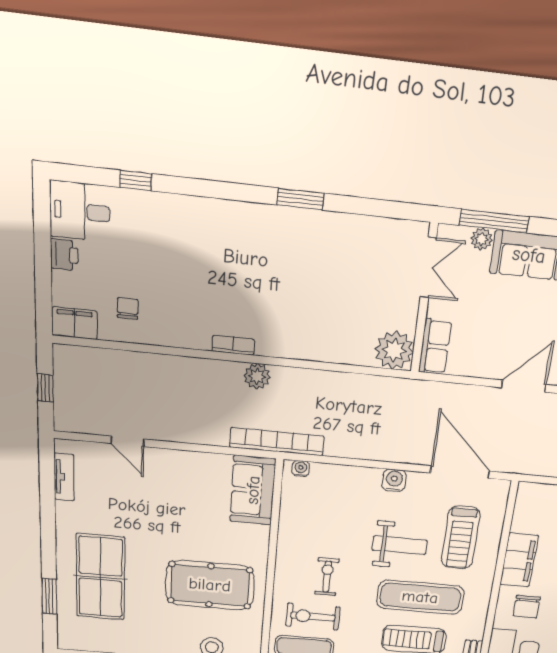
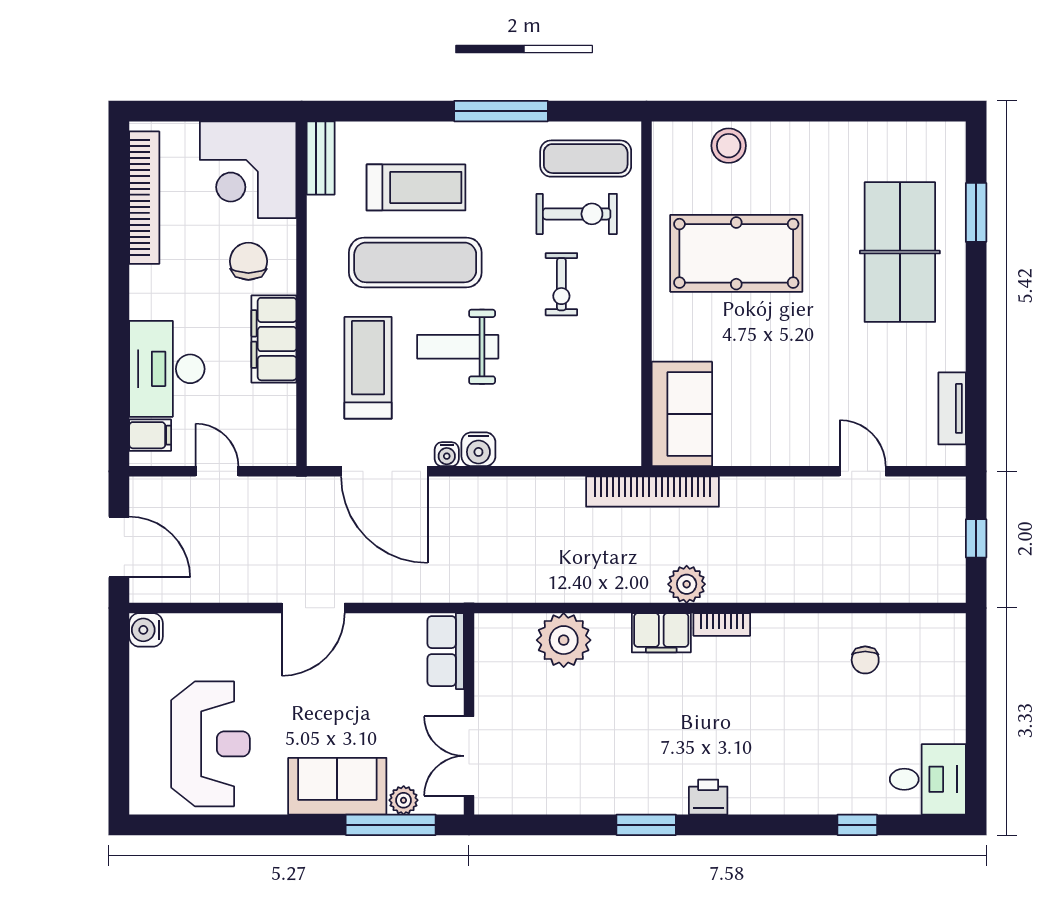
printer: (64, 255) -> (708, 797), moved, turned 90
filing cabinet: (75, 323) -> (661, 633), moved
plant: (394, 350) -> (564, 640), moved
water cooler: (301, 469) -> (447, 454), moved

